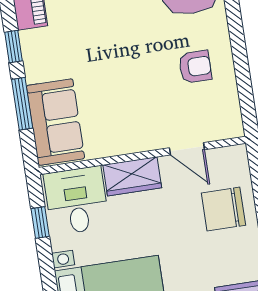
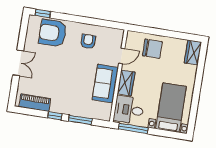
sofa: (55, 122) -> (105, 84), moved, turned -90
chair: (223, 209) -> (152, 49), turned -90
window: (40, 222) -> (133, 128), width x2.17

